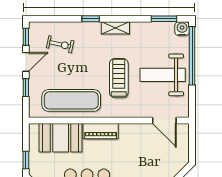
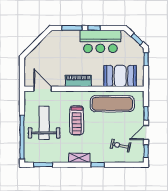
water cooler: (182, 29) -> (30, 157), removed
weight bench: (163, 75) -> (44, 123), turned -90
piano: (101, 131) -> (78, 81), moved

